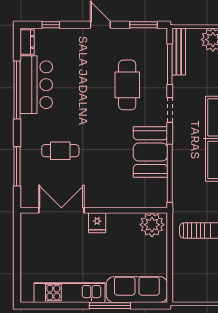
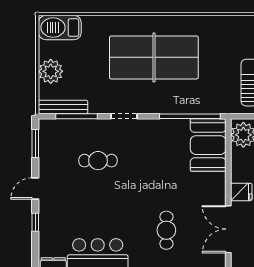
window: (51, 25) -> (35, 222), moved
cafe table: (127, 85) -> (98, 161), width x0.73, depth x0.74
booth: (150, 152) -> (208, 145), moved, turned 90

